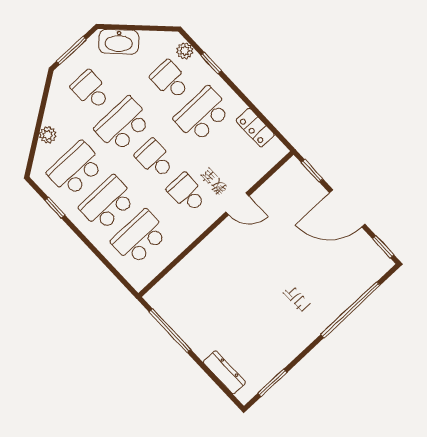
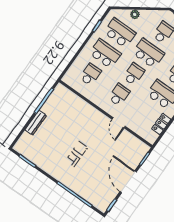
school desk: (140, 237) -> (90, 74), width x0.54
dresser: (224, 372) -> (36, 123), moved

